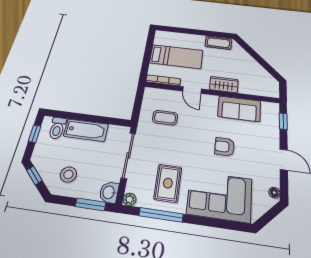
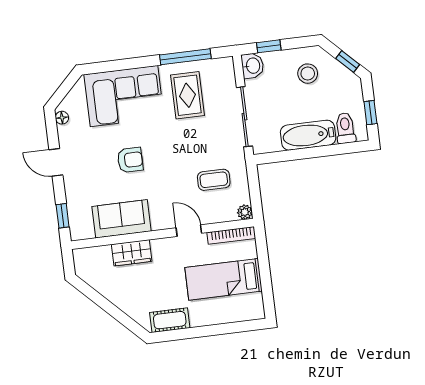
wardrobe: (224, 85) -> (132, 253), moved
plant: (130, 199) -> (245, 212), moved
window: (91, 204) -> (269, 46), width x0.67

